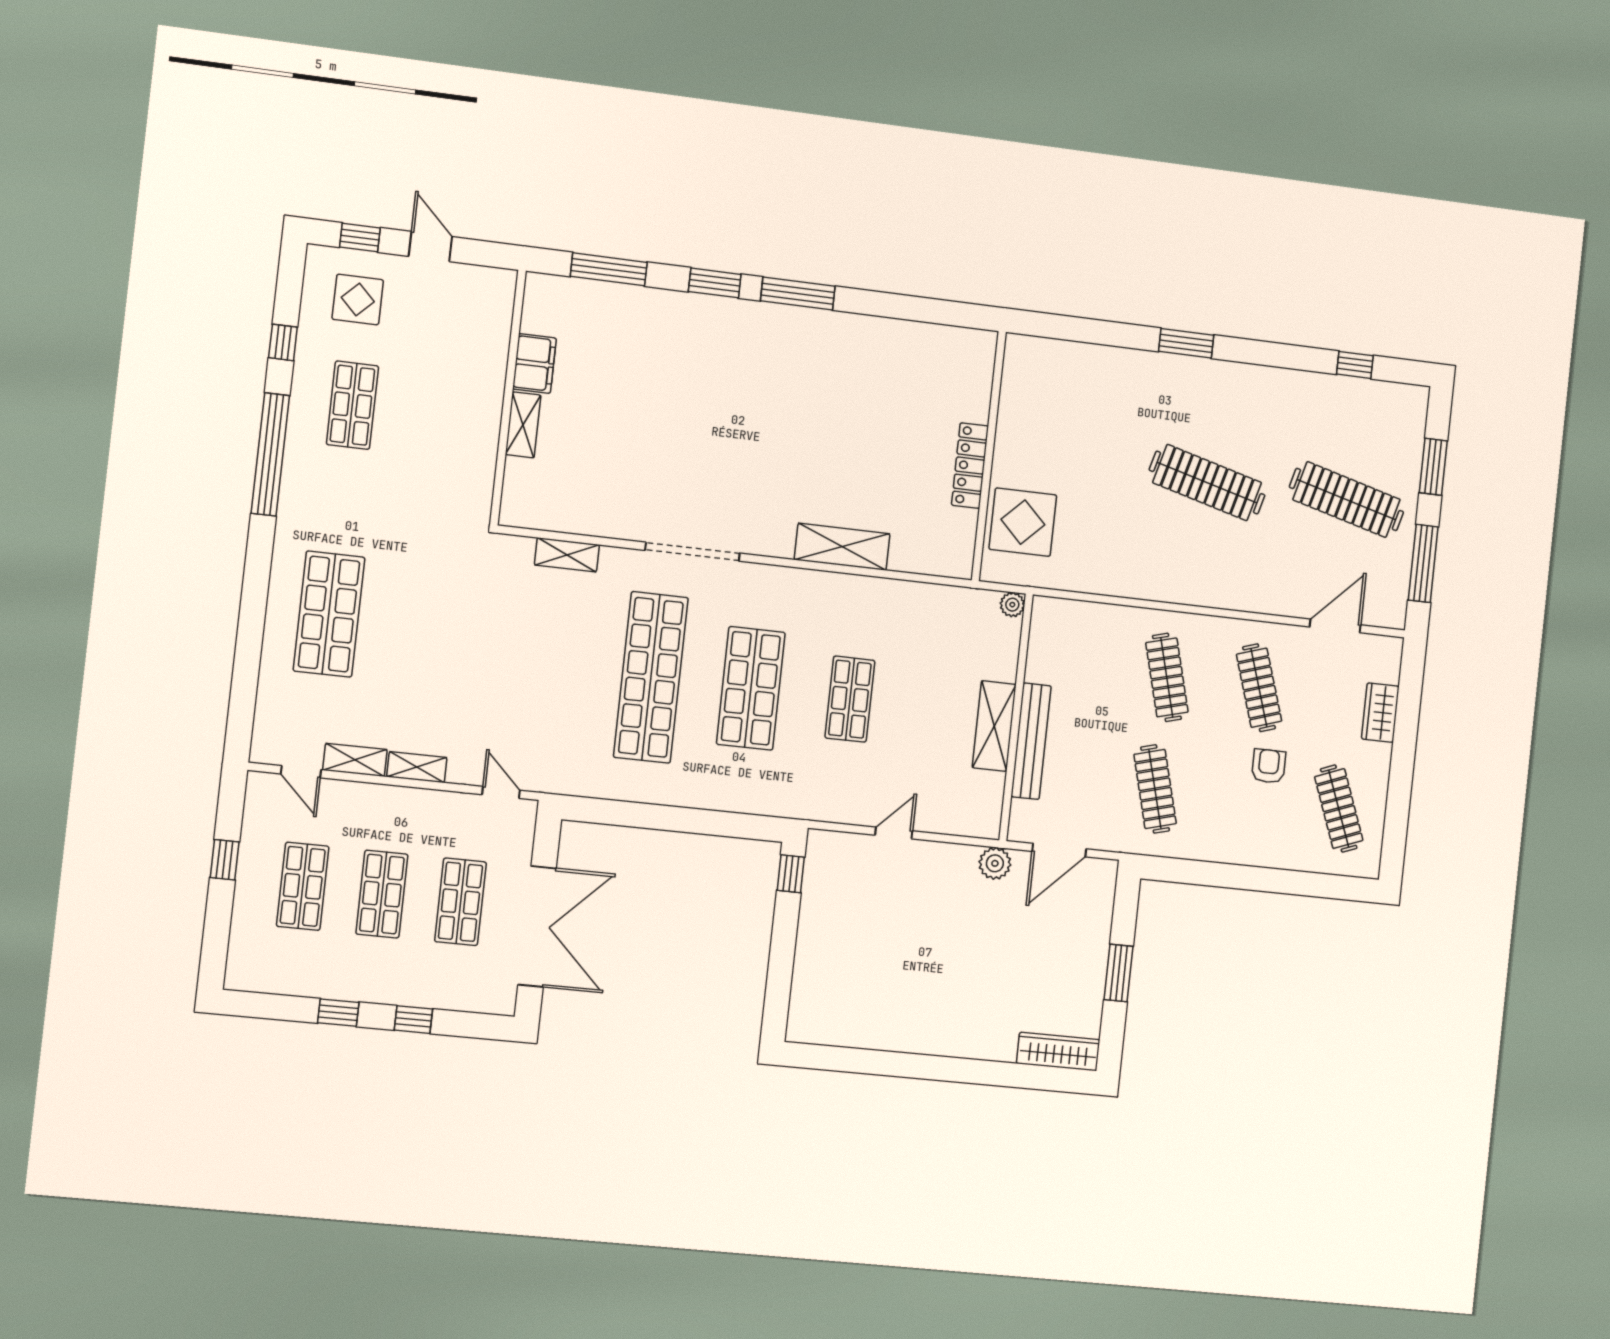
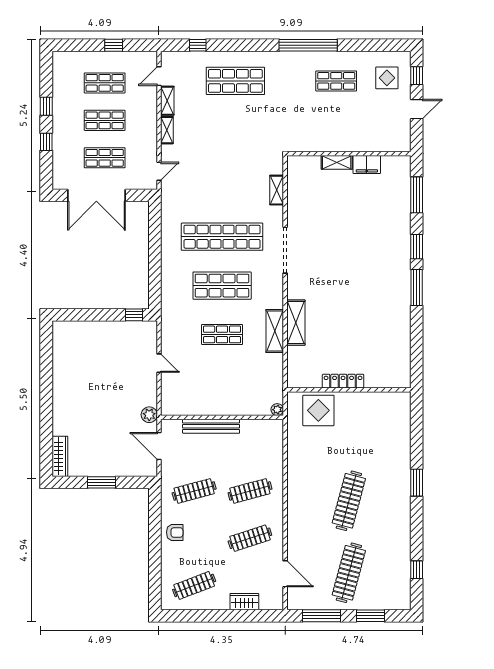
window: (283, 342) -> (198, 45), moved
shelving: (994, 726) -> (275, 331), moved, turned 90
armchair: (1269, 766) -> (175, 532), moved

